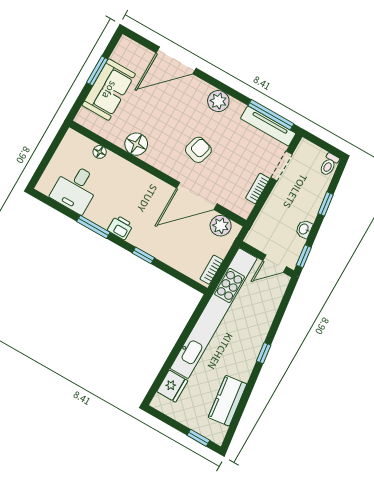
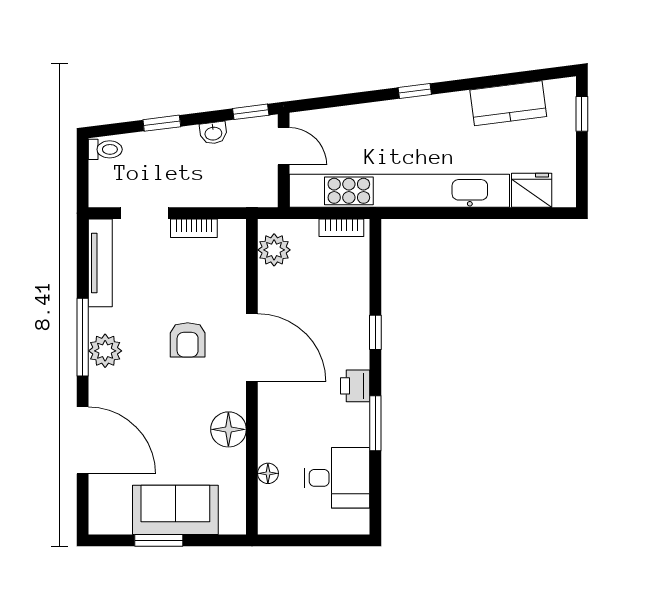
window: (271, 115) -> (83, 337), moved
armchair: (198, 150) -> (188, 340), turned -106
door: (197, 196) -> (252, 348), moved

